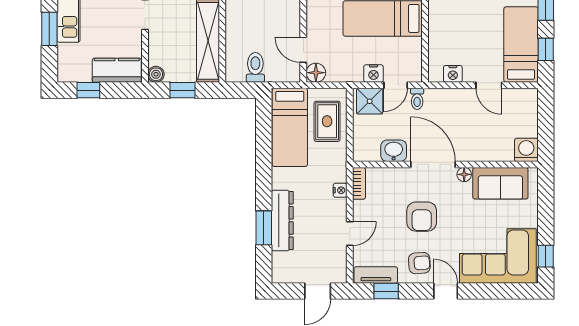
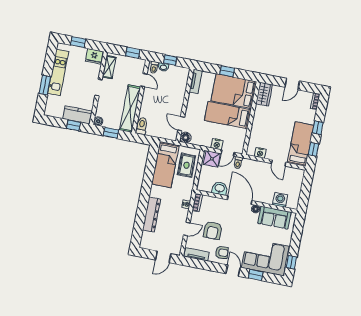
toilet: (255, 67) -> (142, 126), moved
window: (88, 90) -> (73, 125), moved
washing machine: (526, 150) -> (280, 200), moved
armchair: (422, 217) -> (213, 230), moved
window: (264, 228) -> (141, 217), removed
window: (386, 291) -> (256, 275), moved

